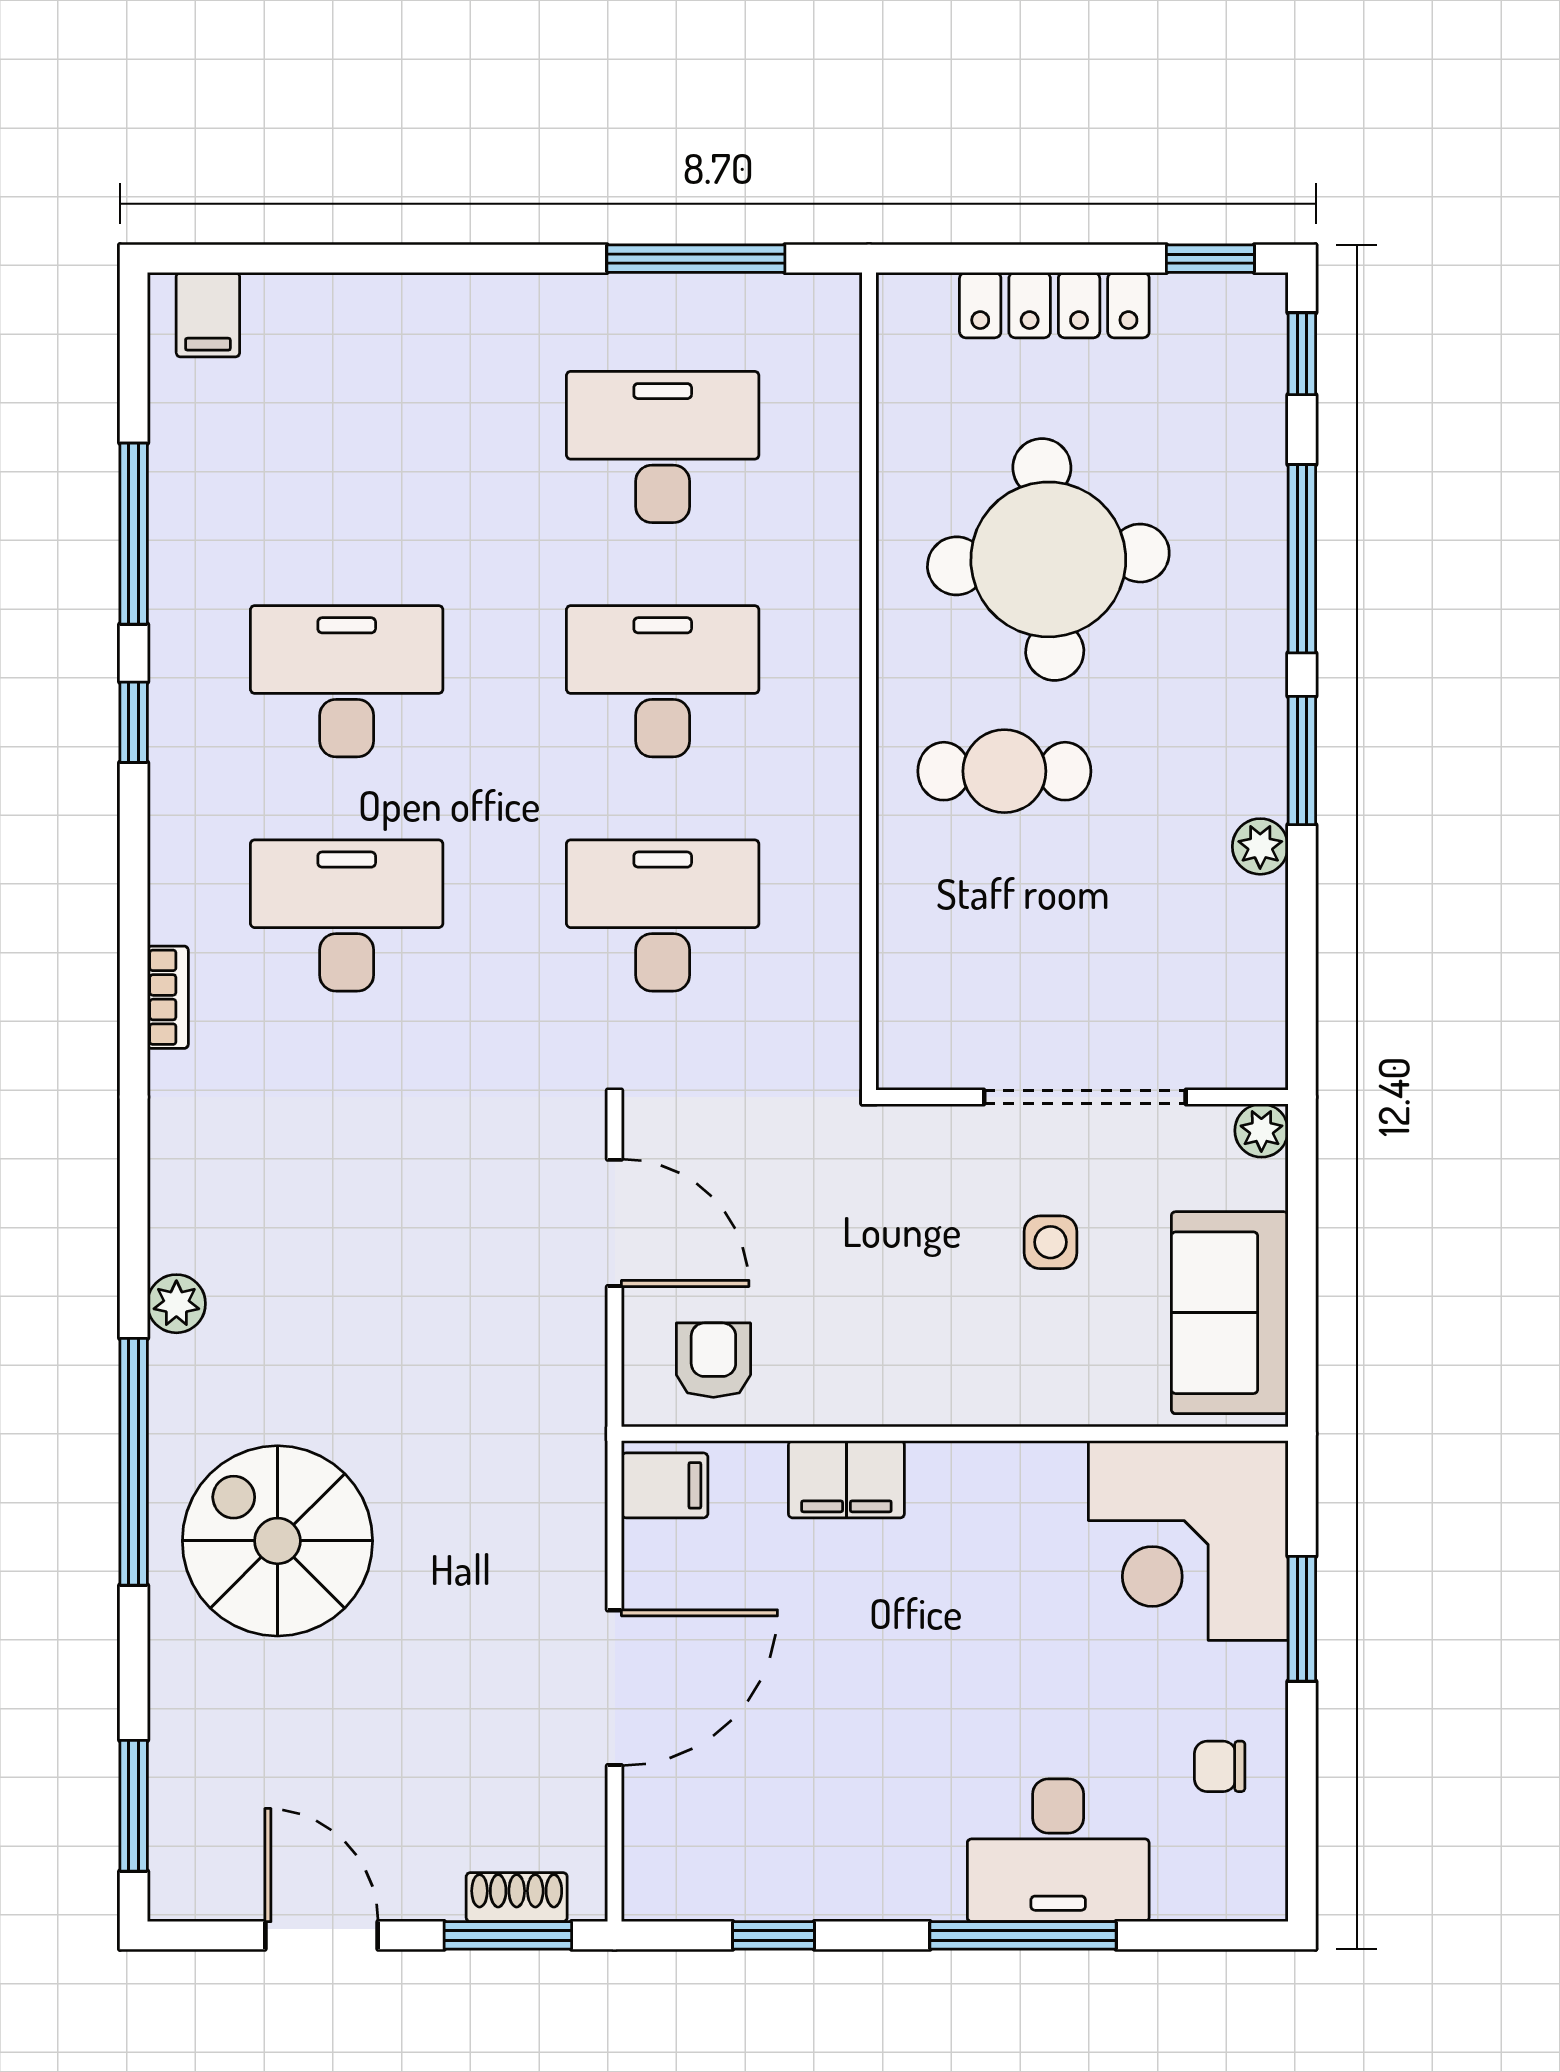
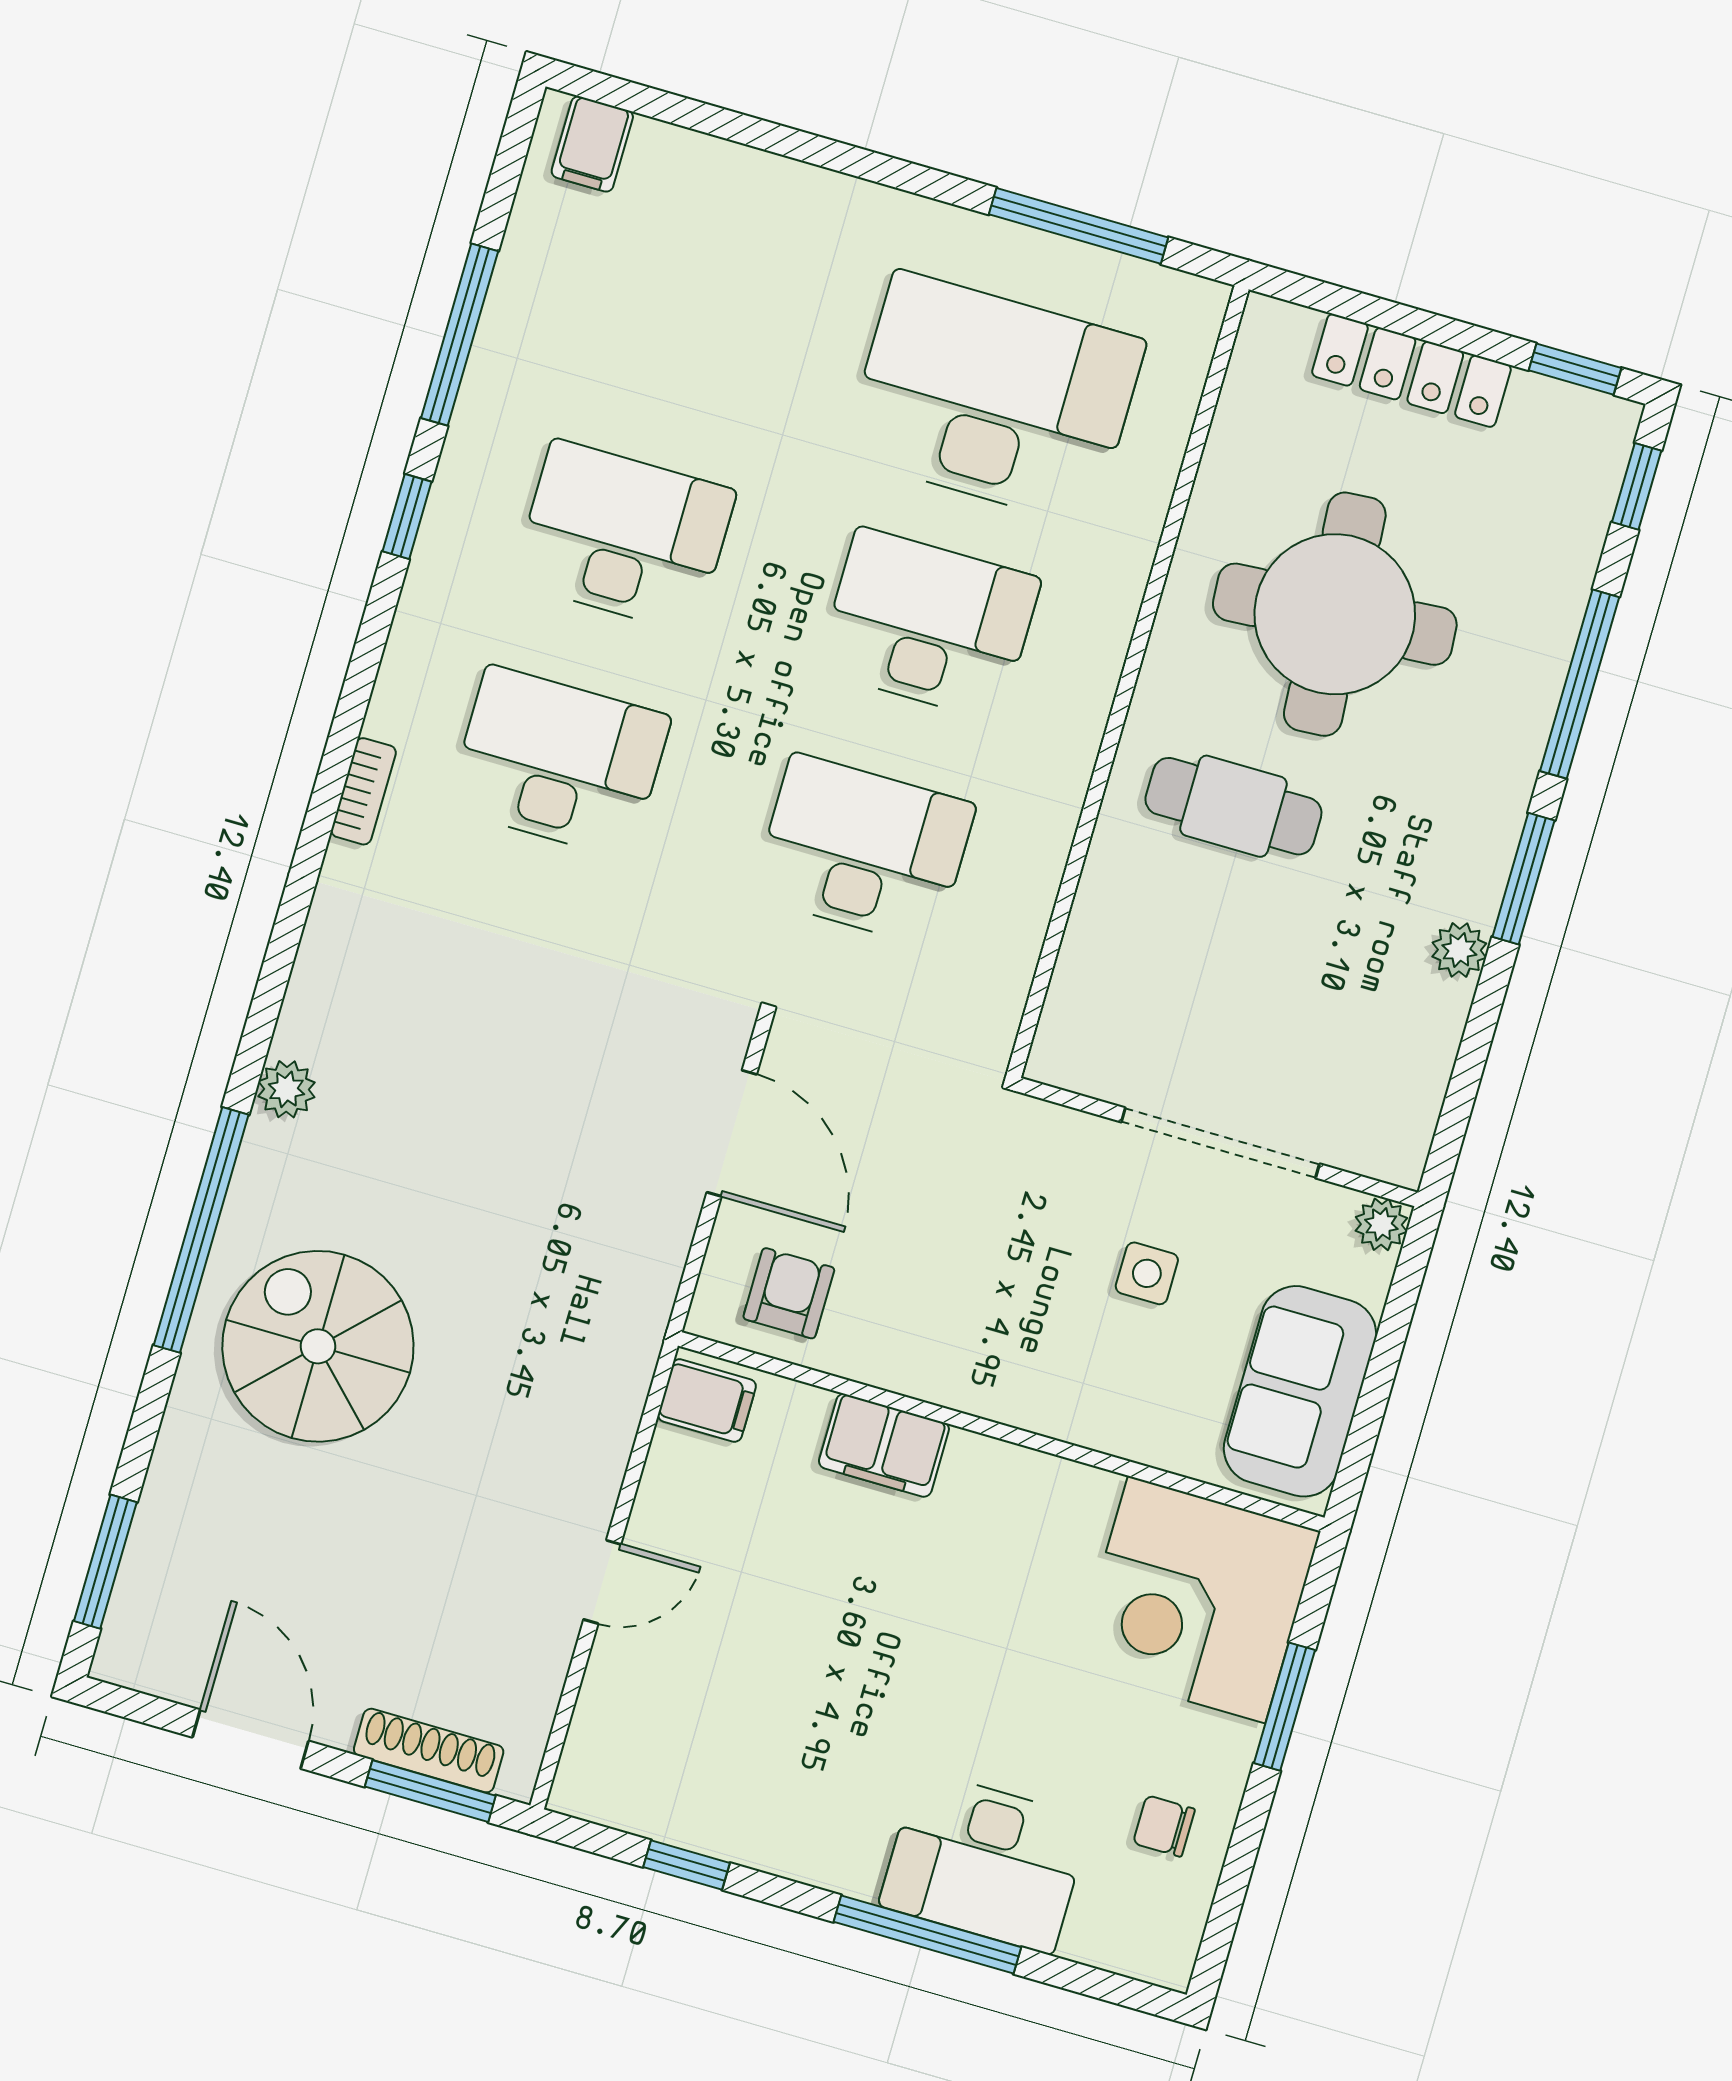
desk: (663, 447) -> (994, 398), width x1.36, depth x1.30
door: (615, 1688) -> (602, 1582), width x0.53
shoe rack: (517, 1897) -> (429, 1751), width x1.43

